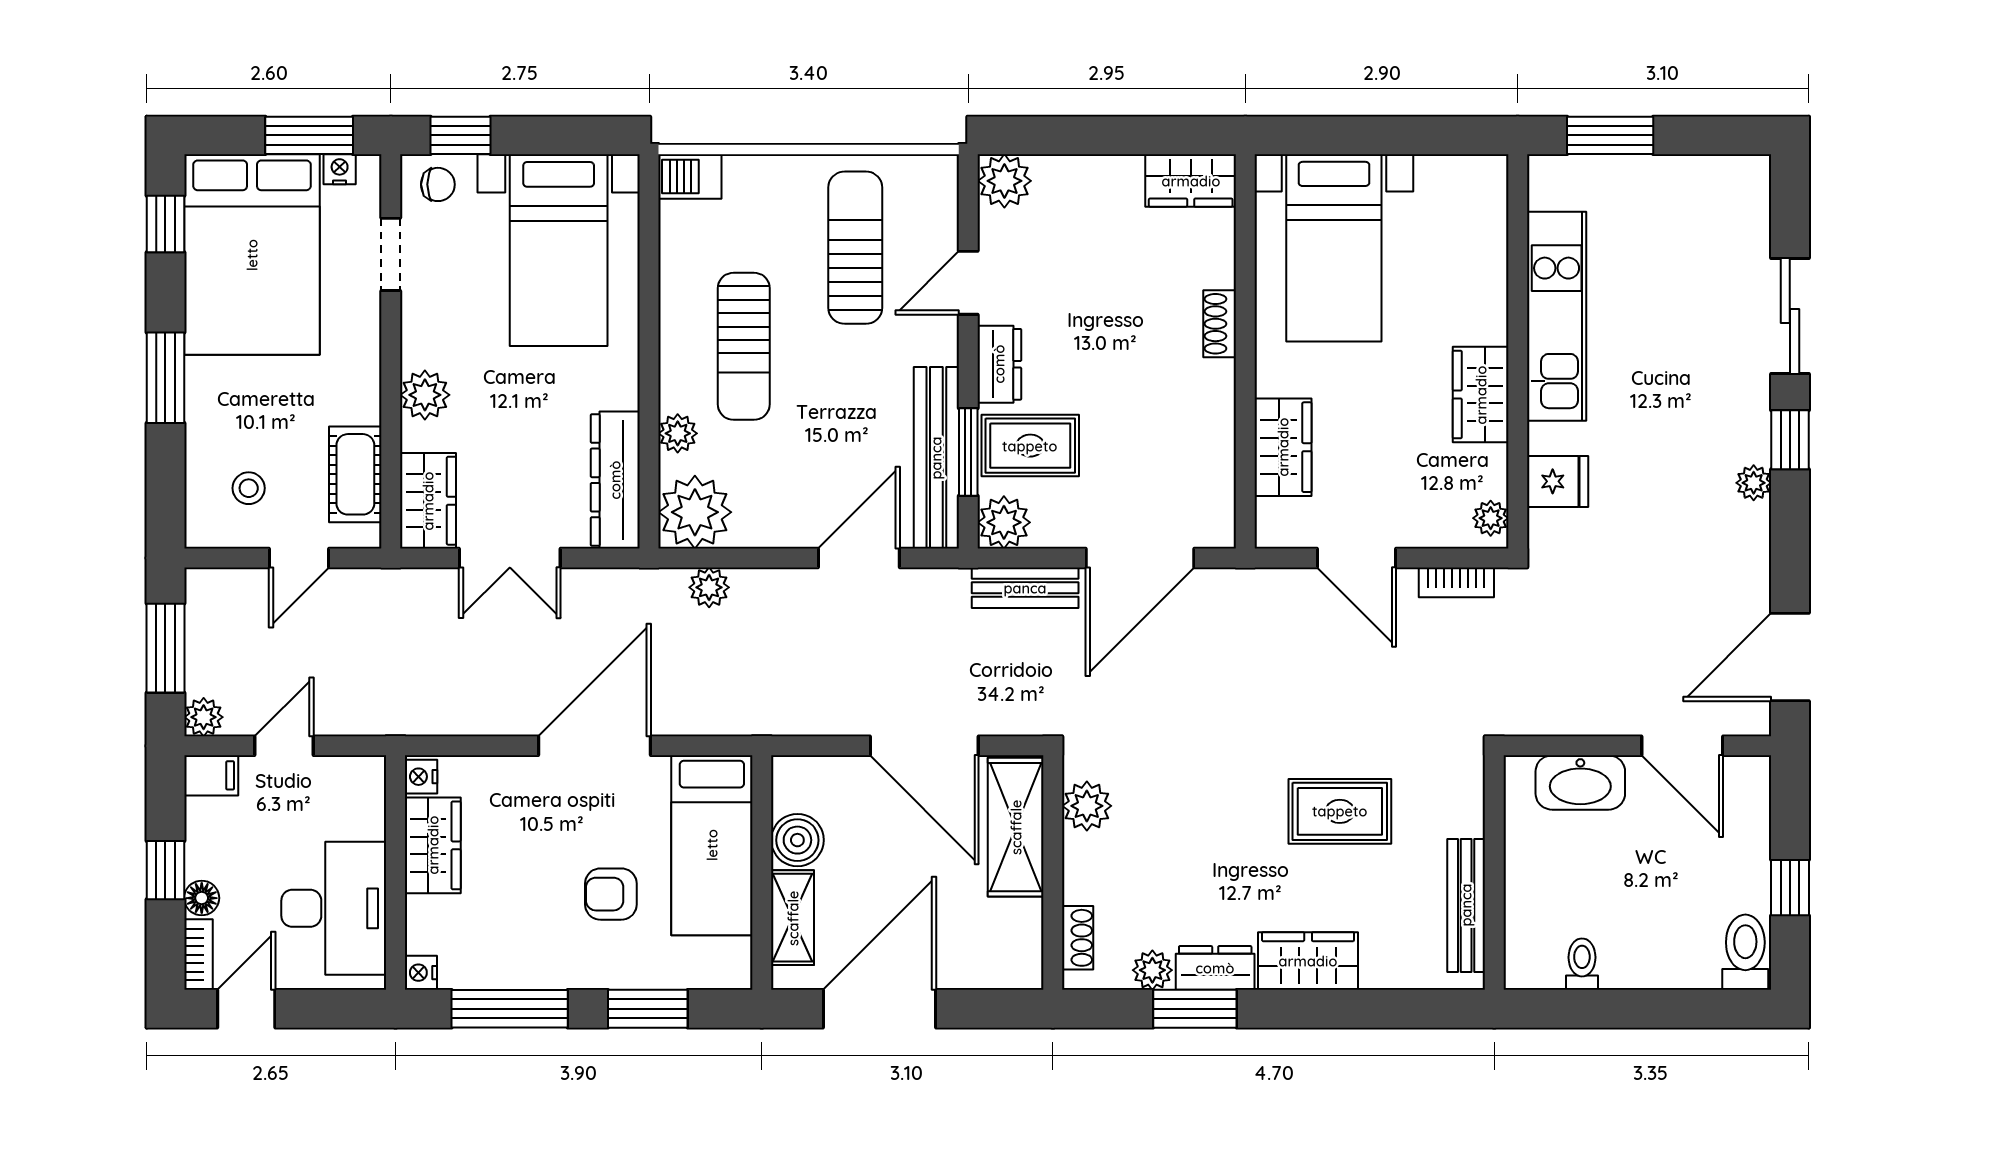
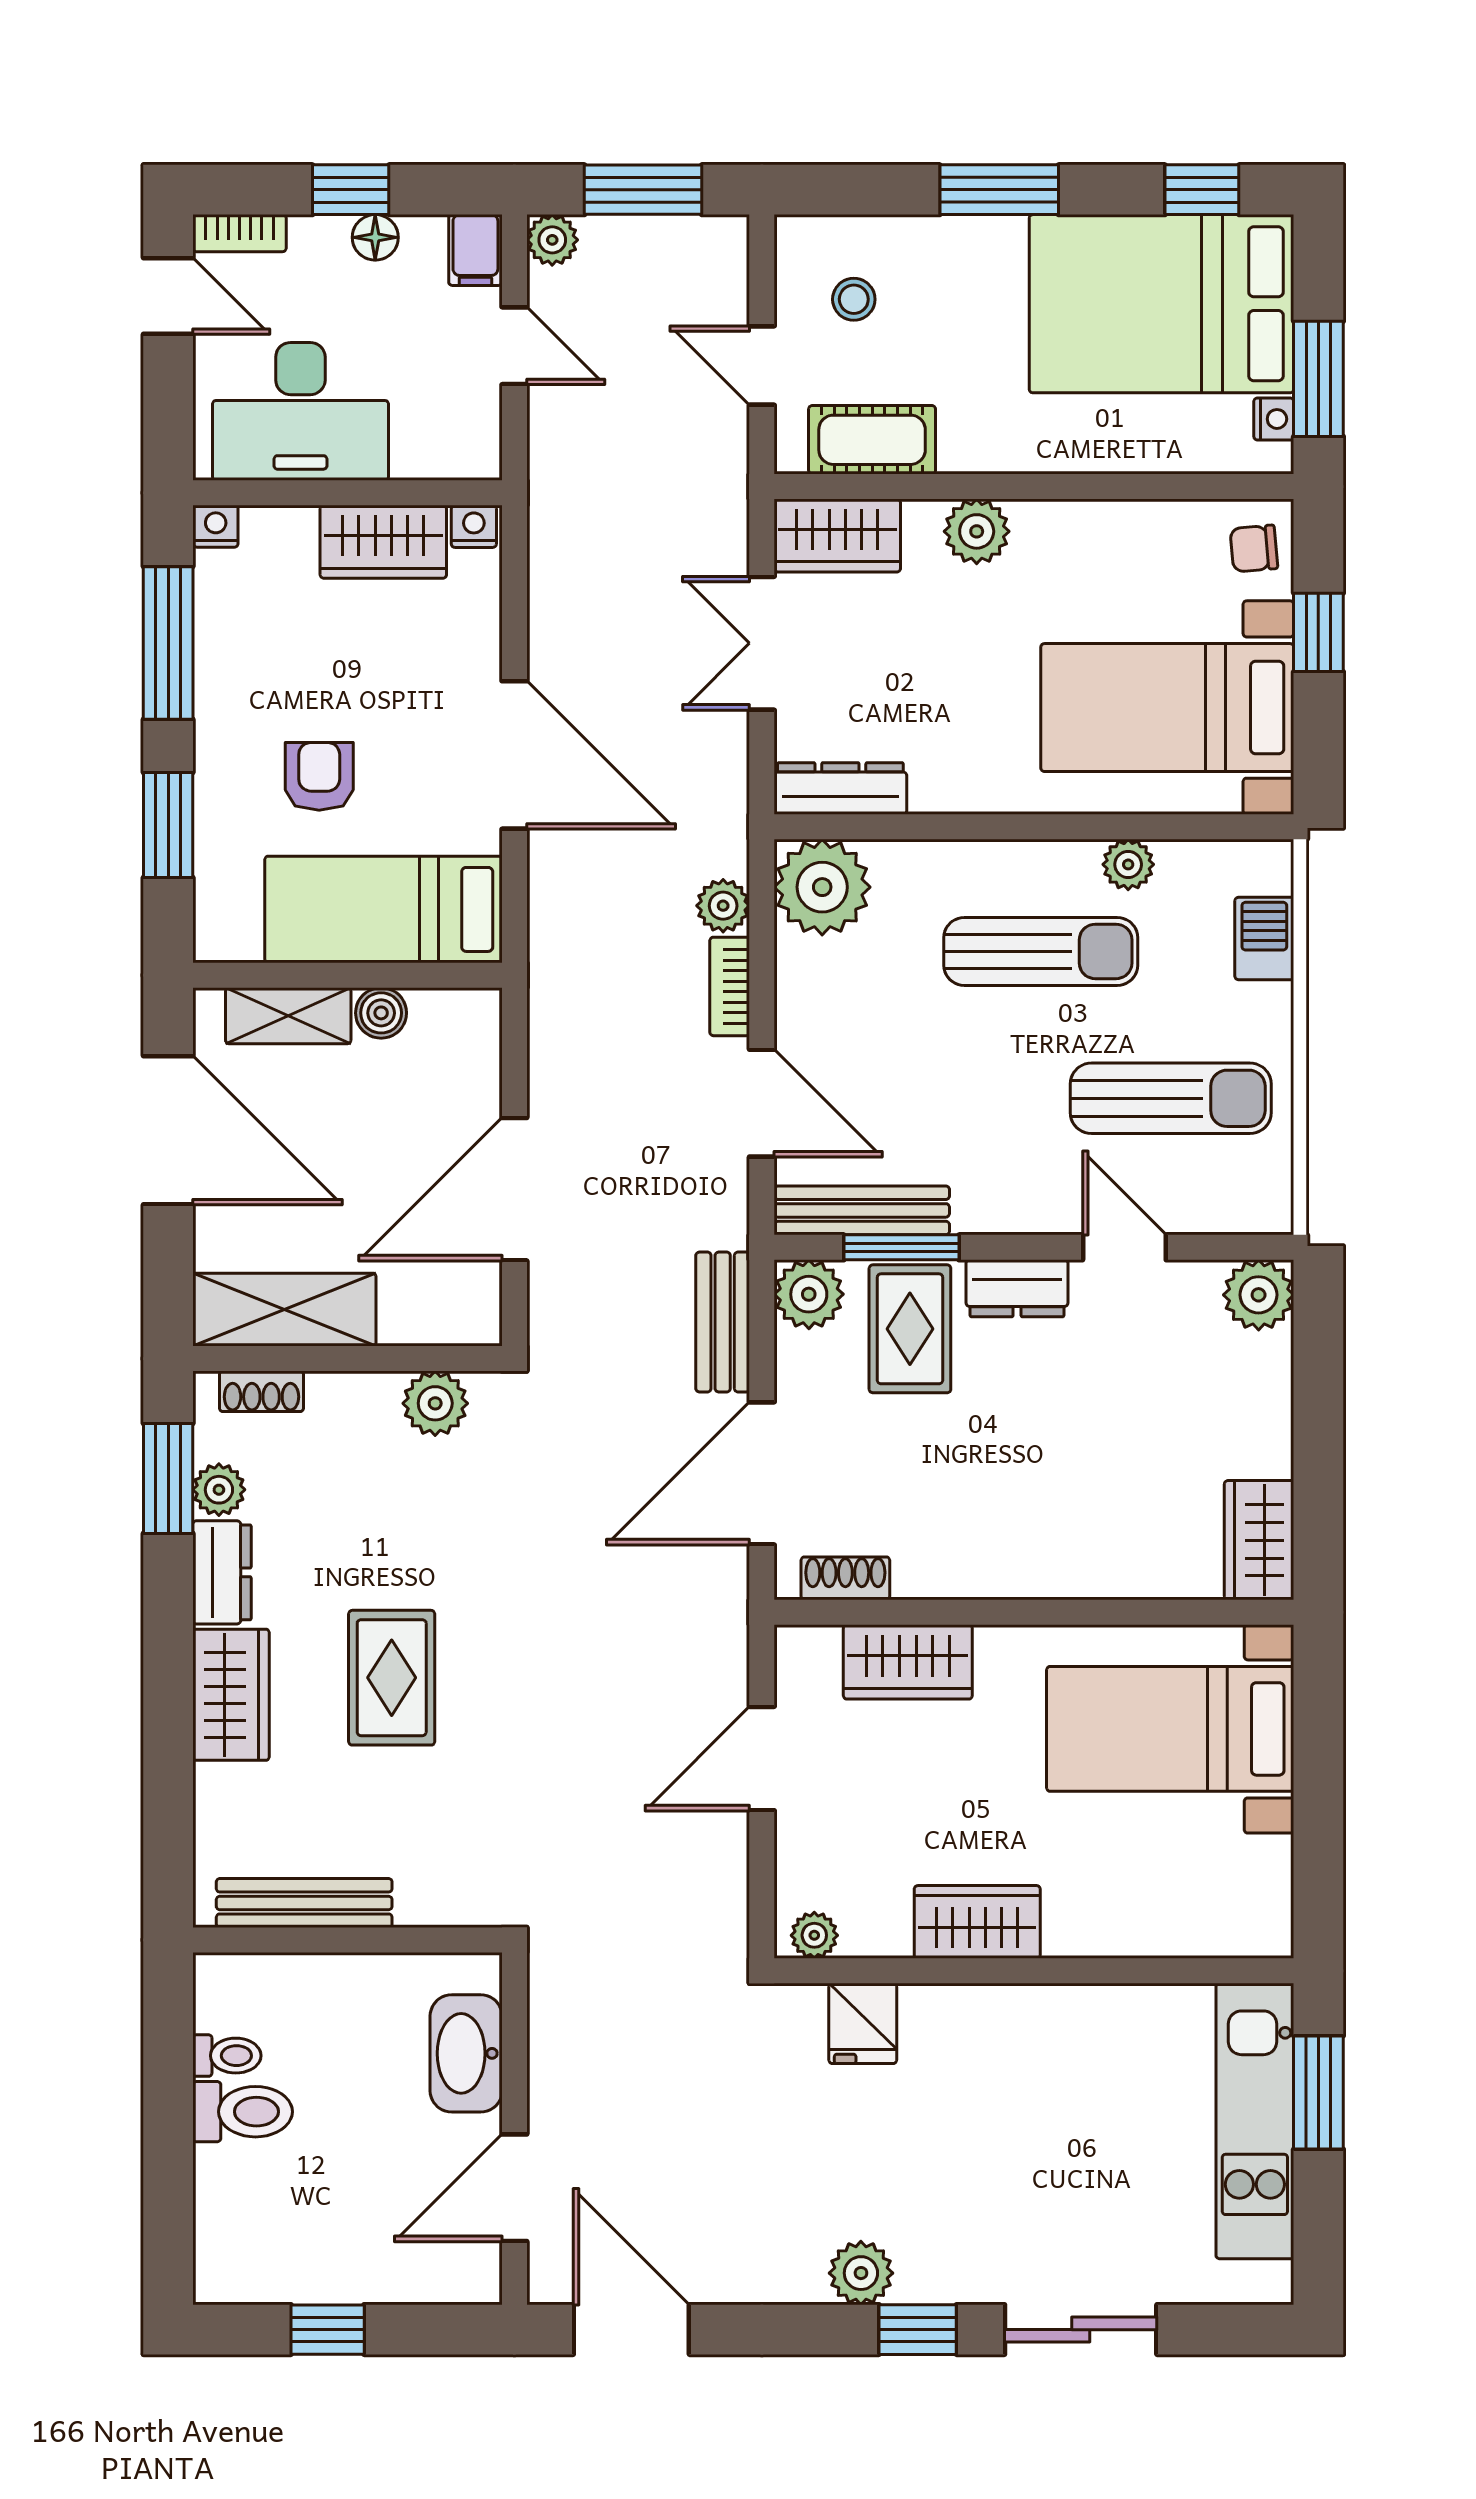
window: (460, 135) -> (1318, 632), moved
barbecue: (690, 177) -> (1264, 939), moved
chair: (438, 184) -> (1254, 549), turned 85
doorway: (391, 254) -> (1162, 487), removed
kitchen unit: (1557, 316) -> (1255, 2121), moved, turned 90
shoe rack: (1220, 324) -> (845, 1578), moved
sun lounger: (744, 346) -> (1041, 951), turned 180
plant: (678, 433) -> (1128, 864), moved
bench: (936, 458) -> (862, 1210), width x0.73, depth x0.82
dresser: (615, 480) -> (840, 788), width x0.73, depth x0.80
plant: (1754, 483) -> (861, 2273), width x1.38, depth x1.38
door: (1140, 558) -> (762, 1473), hinge flipped
bookcase: (1456, 582) -> (730, 986), moved
rug: (1340, 811) -> (392, 1678), moved
shelving: (1016, 827) -> (284, 1310), moved
boiler: (797, 840) -> (381, 1013), width x0.73, depth x0.73
floor lamp: (202, 898) -> (375, 237), moved
toilet: (1745, 952) -> (243, 2112), moved
window: (1195, 1009) -> (168, 1478), moved

